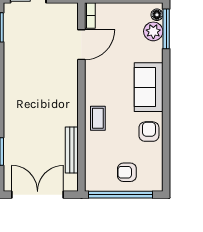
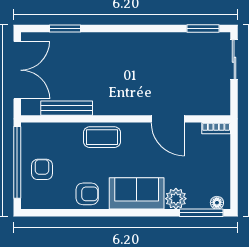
plant: (153, 31) -> (176, 199), moved
door: (81, 45) -> (168, 119), moved
coffee table: (98, 118) -> (102, 137), width x1.36, depth x1.30

